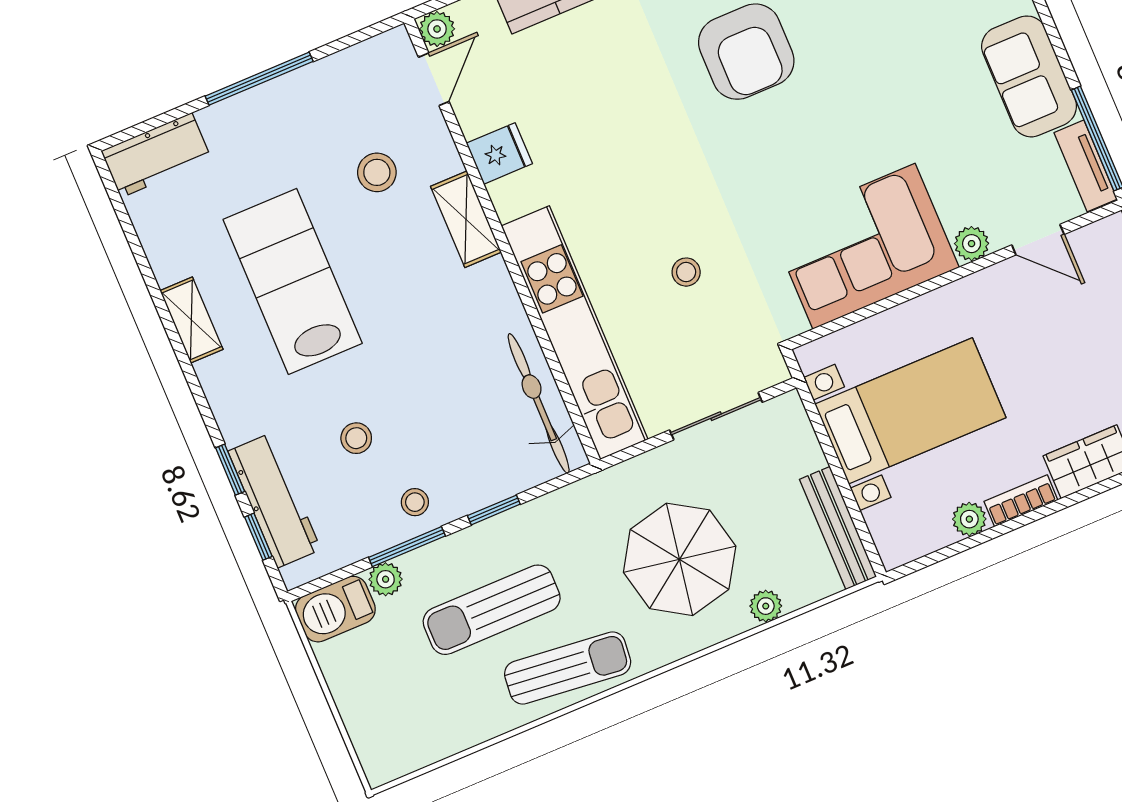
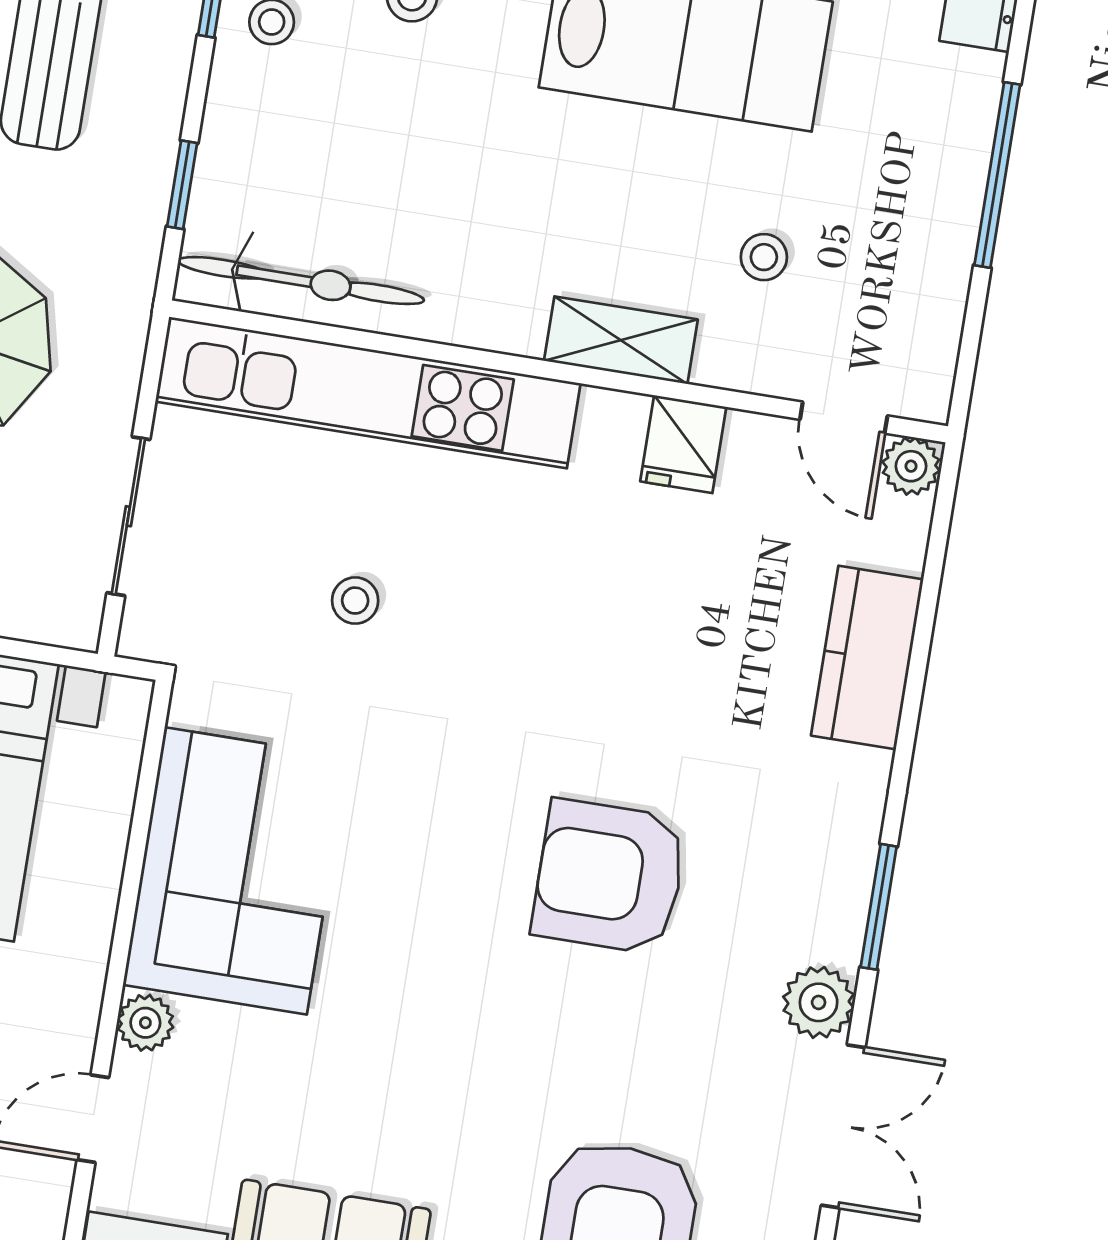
stool: (377, 172) -> (764, 257), width x0.73, depth x0.73
window: (494, 510) -> (182, 185), moved

